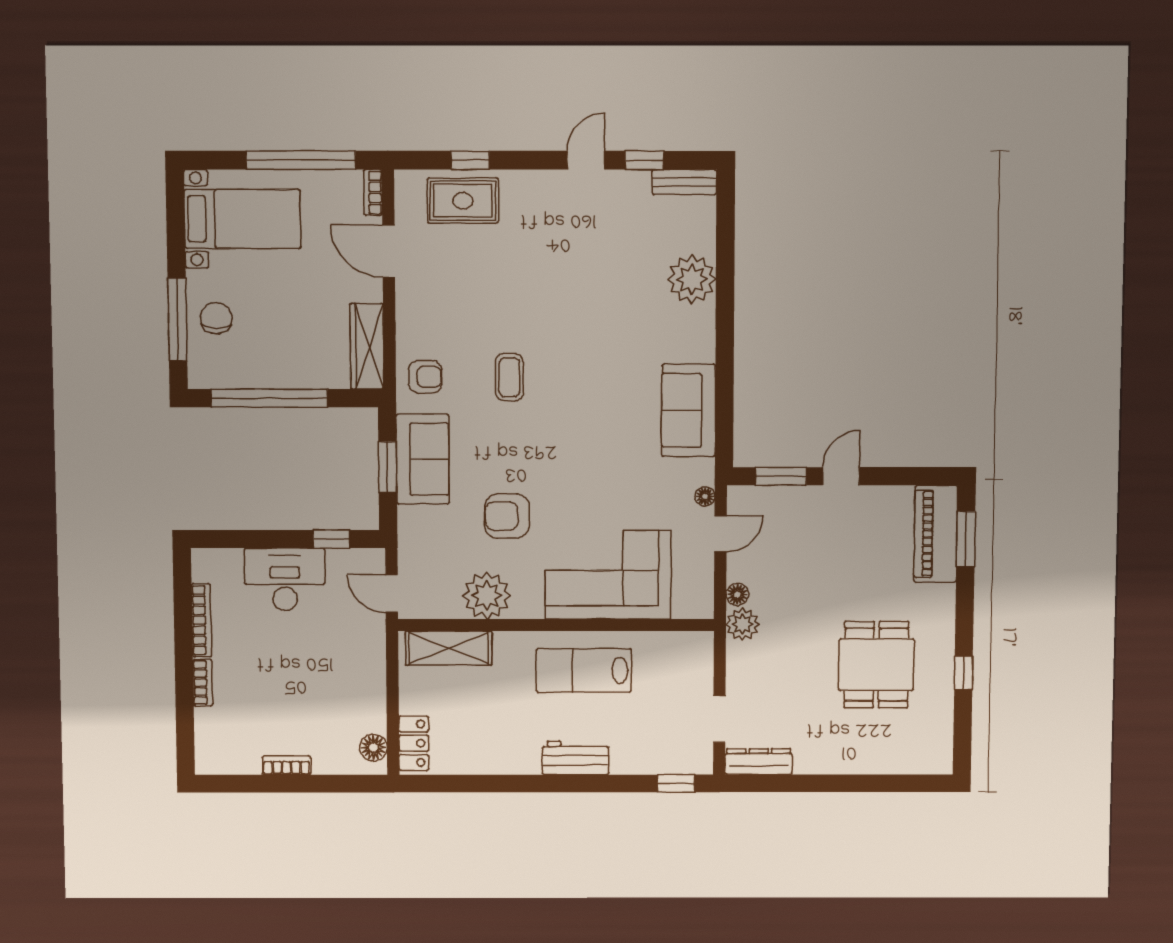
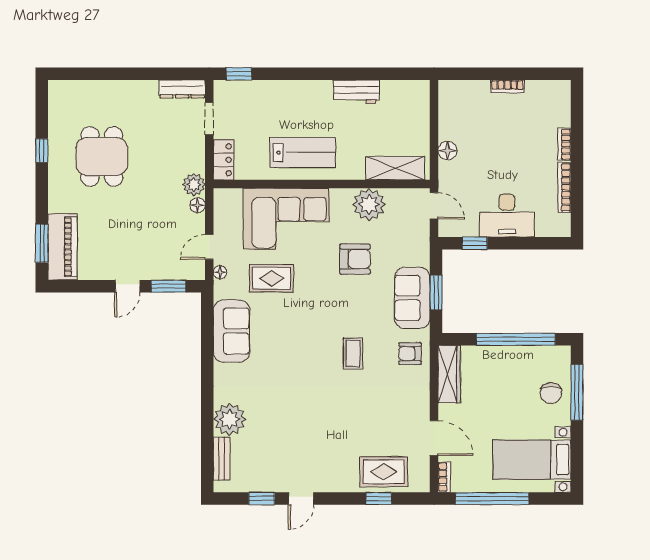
bench: (684, 182) -> (222, 459), moved, turned 90
rug: (629, 488) -> (272, 278), added
locker: (414, 743) -> (224, 160), moved, turned 180
floor lamp: (373, 748) -> (447, 151), moved
workbench: (575, 758) -> (356, 92), moved

